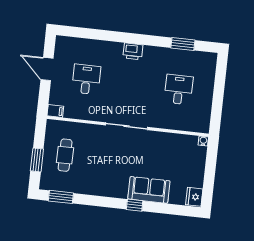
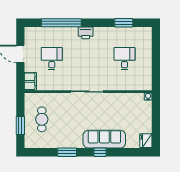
window: (103, 35) -> (61, 23), added
filing cabinet: (55, 111) -> (30, 81), width x2.00
sofa: (149, 190) -> (104, 139), width x1.36
window: (61, 197) -> (67, 152), moved

